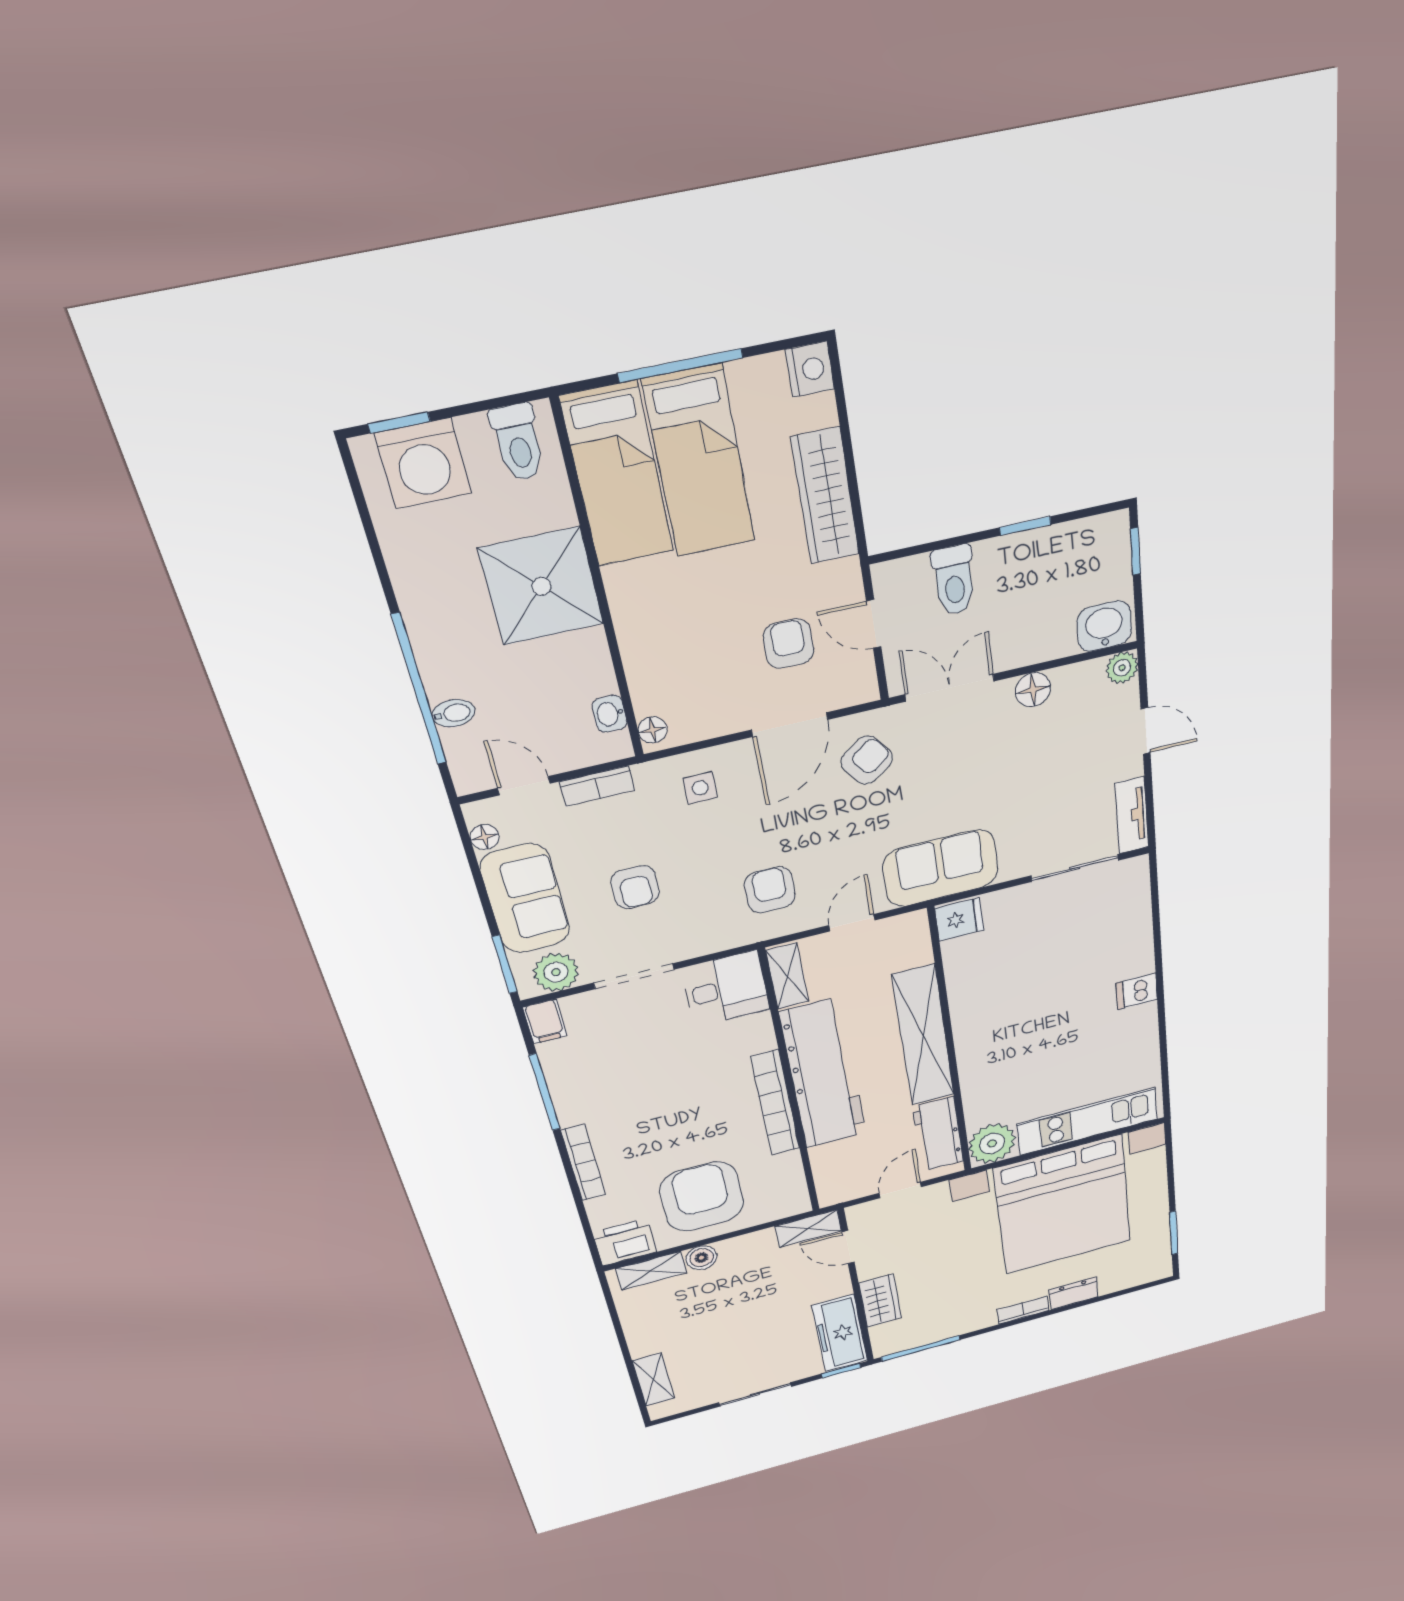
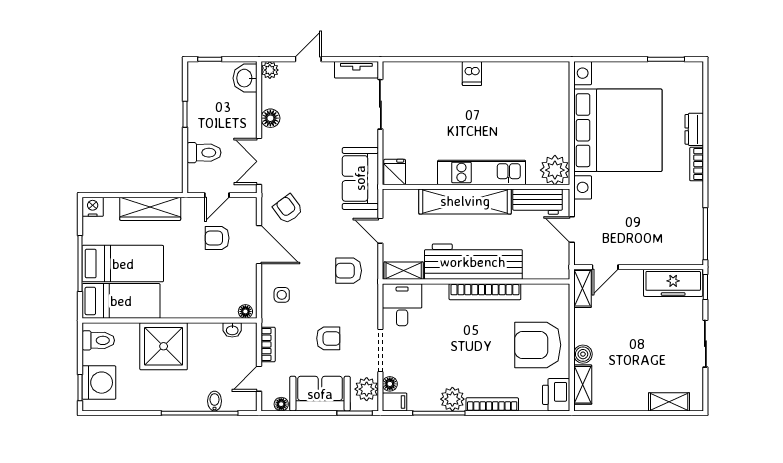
floor lamp: (576, 1006) -> (390, 384), added
plant: (576, 1105) -> (452, 399), added
kitchen unit: (1088, 1121) -> (482, 172), moved, turned 90
wardrobe: (880, 1301) -> (655, 254), removed

